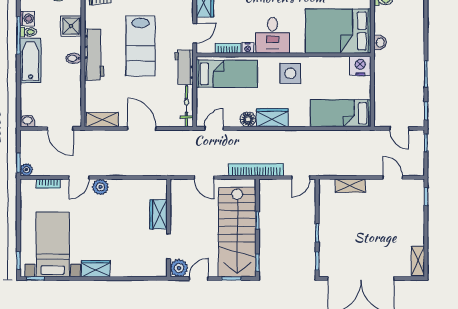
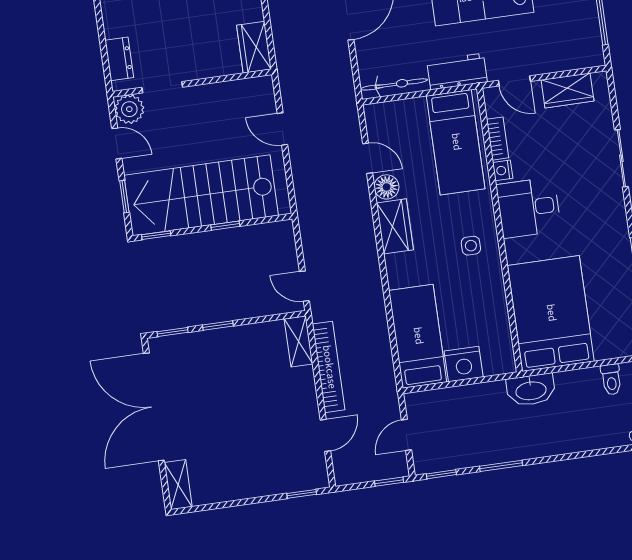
washbasin: (380, 43) -> (531, 390), width x1.91, depth x1.45
nightstand: (360, 66) -> (464, 364), moved, turned 90
side table: (290, 73) -> (471, 246), width x0.54, depth x0.54
door: (214, 128) -> (368, 158), moved
bookcase: (256, 170) -> (329, 367), moved
door: (204, 177) -> (282, 129), hinge flipped
shelving: (350, 186) -> (299, 341), moved
wardrobe: (158, 214) -> (254, 47), moved, turned -90
shelving: (418, 261) -> (178, 485), moved, turned 90
dresser: (148, 270) -> (119, 59), added

